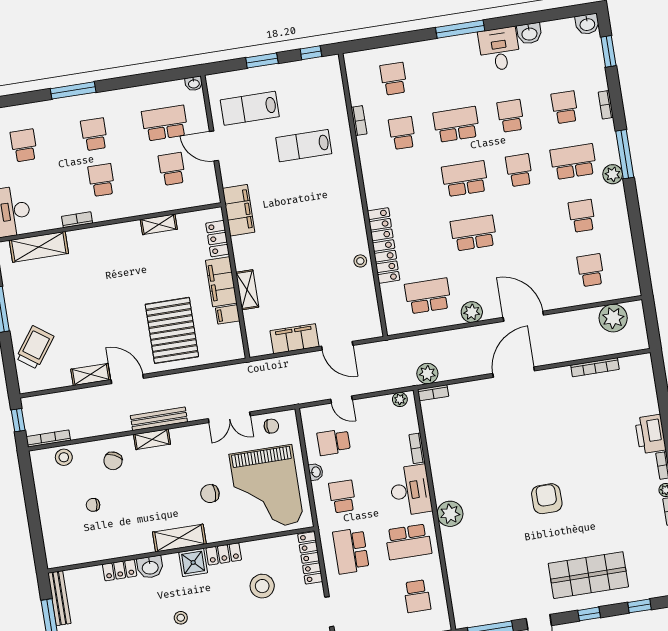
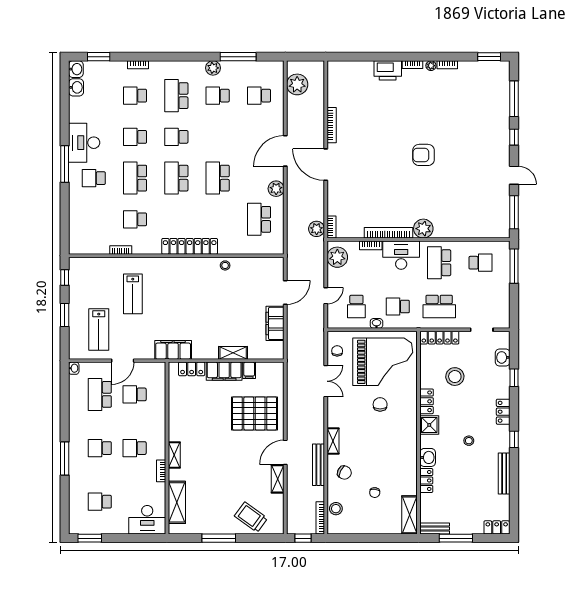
washbasin: (529, 34) -> (76, 87), moved
desk: (499, 49) -> (84, 143), width x1.37
school desk: (394, 79) -> (94, 178), moved
window: (625, 154) -> (238, 57), moved
plant: (613, 174) -> (213, 68), moved
shelving: (159, 224) -> (174, 455), moved
locker: (384, 246) -> (190, 246), moved
bookcase: (595, 367) -> (332, 125), moved
plant: (400, 399) -> (337, 257), width x1.87, depth x1.87
bench: (159, 419) -> (318, 465), moved
bookcase: (437, 469) -> (389, 233), added
chair: (210, 494) -> (380, 404), turned 180
shelving: (179, 538) -> (409, 515), moved
school desk: (408, 542) -> (439, 263), turned 180
shop shelf: (588, 575) -> (485, 133), removed
bench: (59, 598) -> (435, 528), width x0.73
window: (639, 606) -> (514, 99), width x2.17

